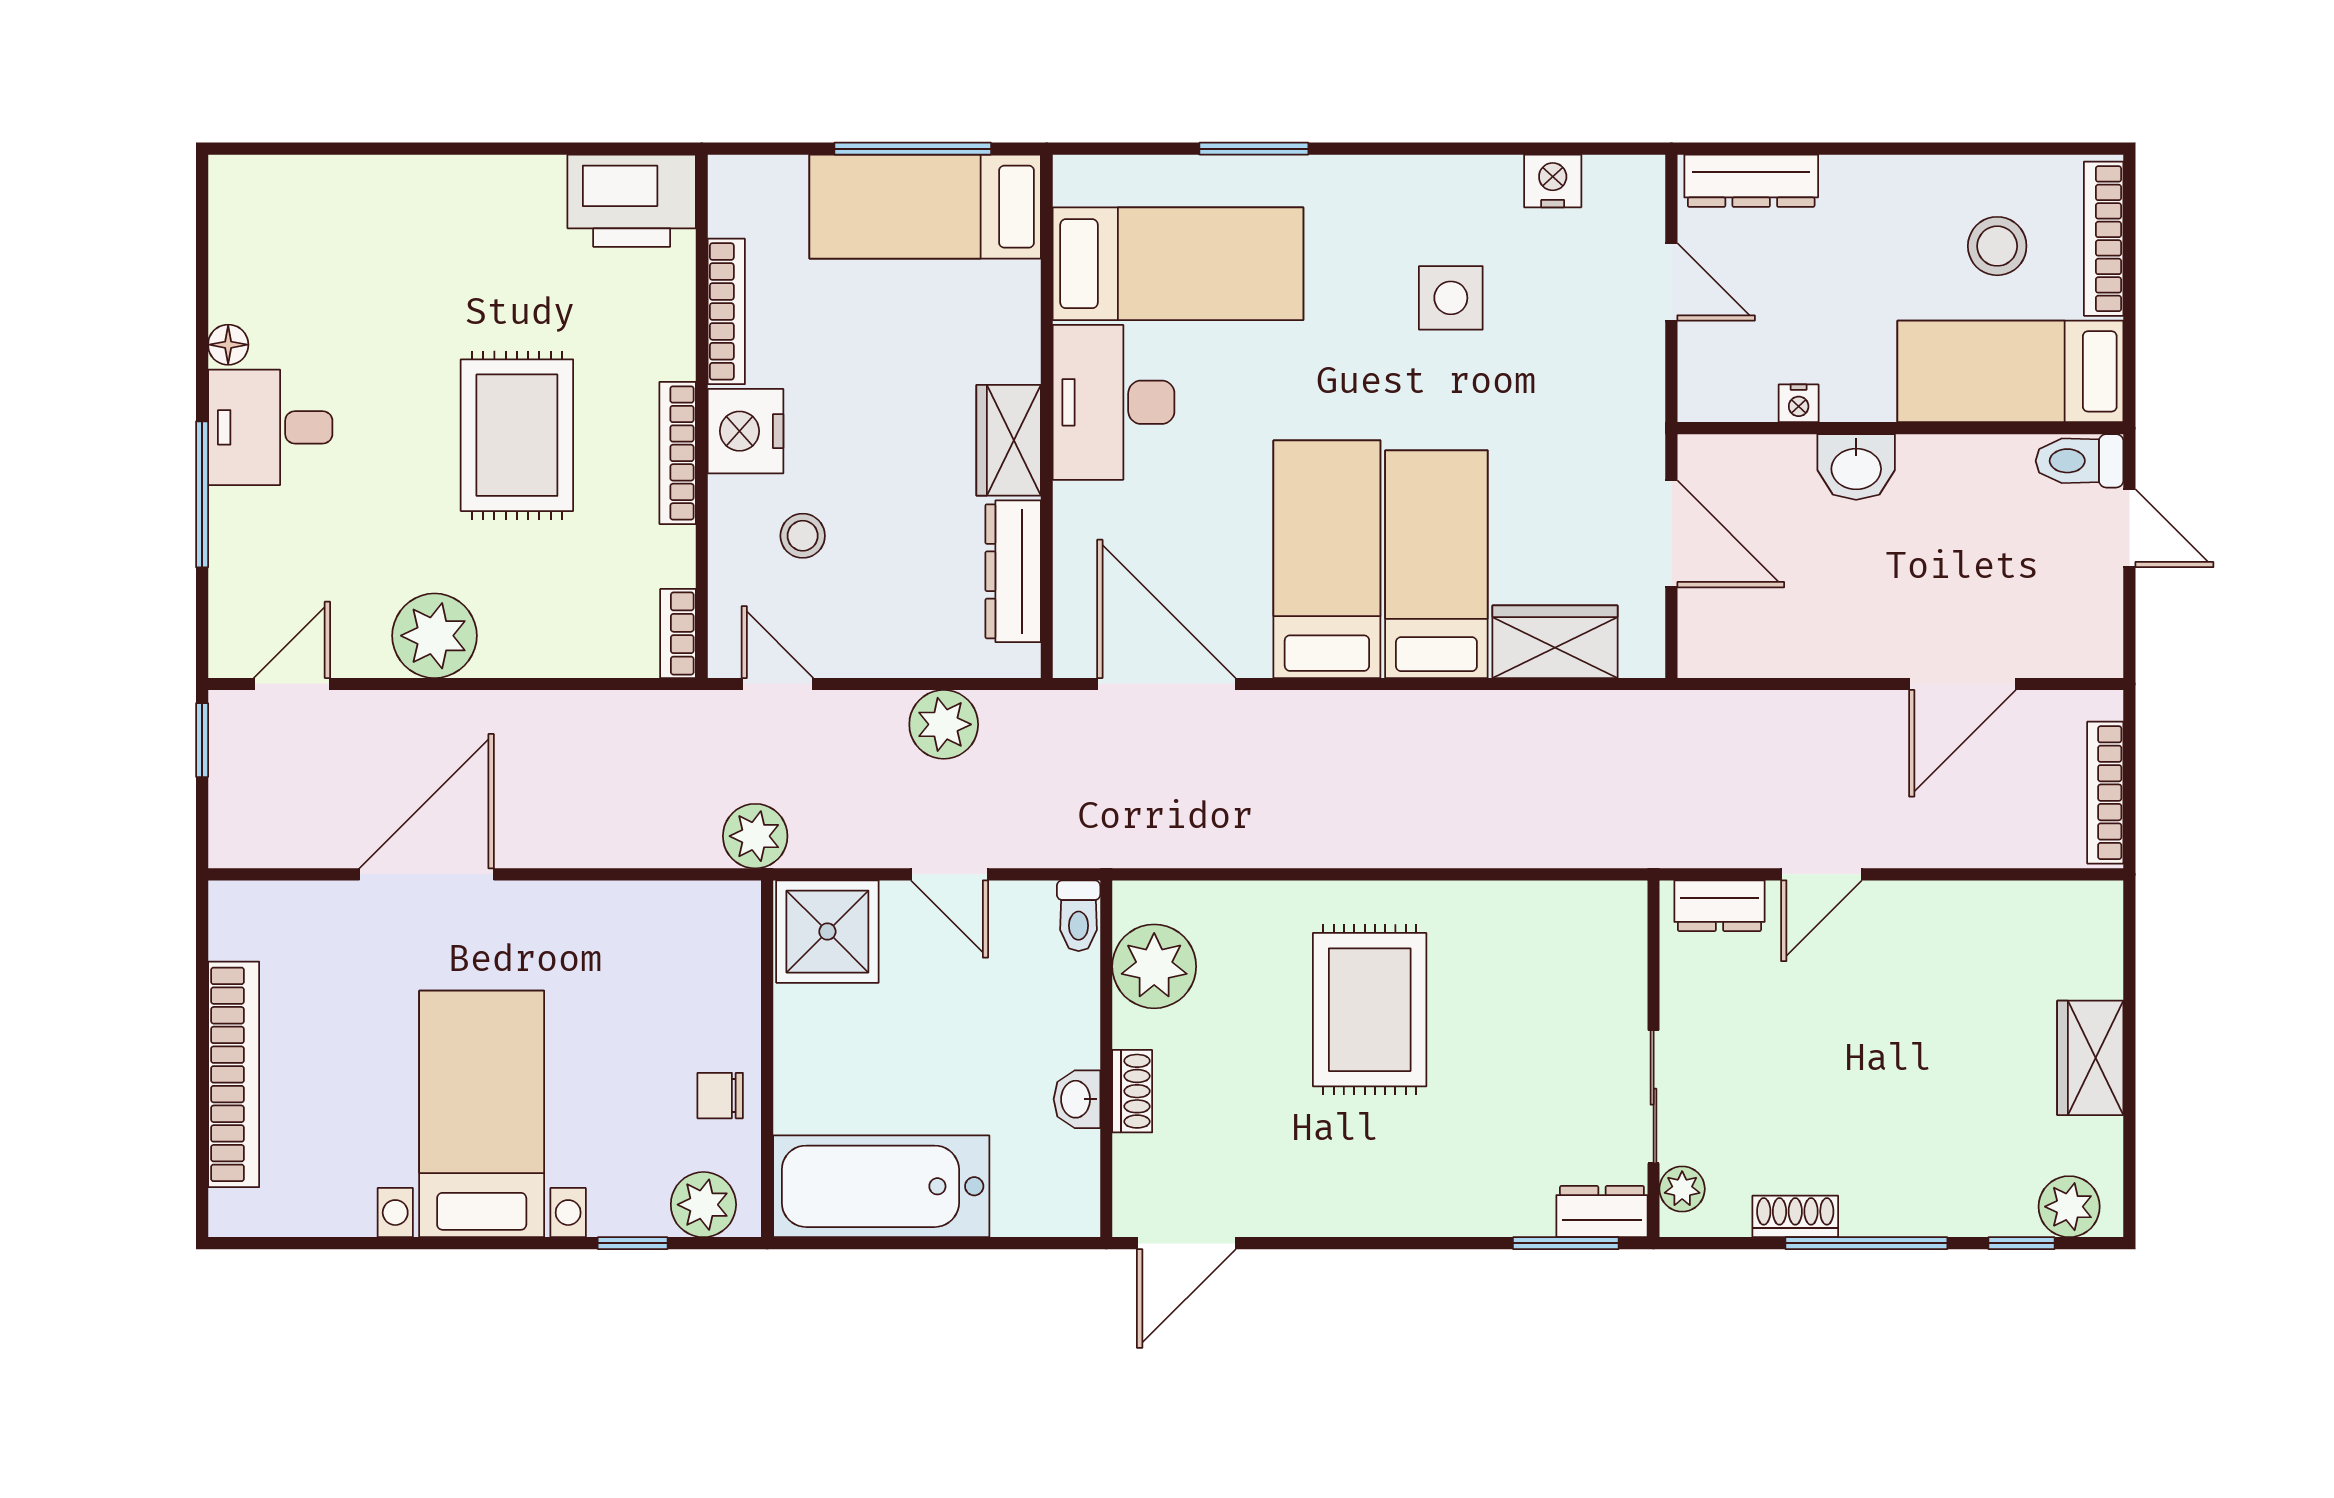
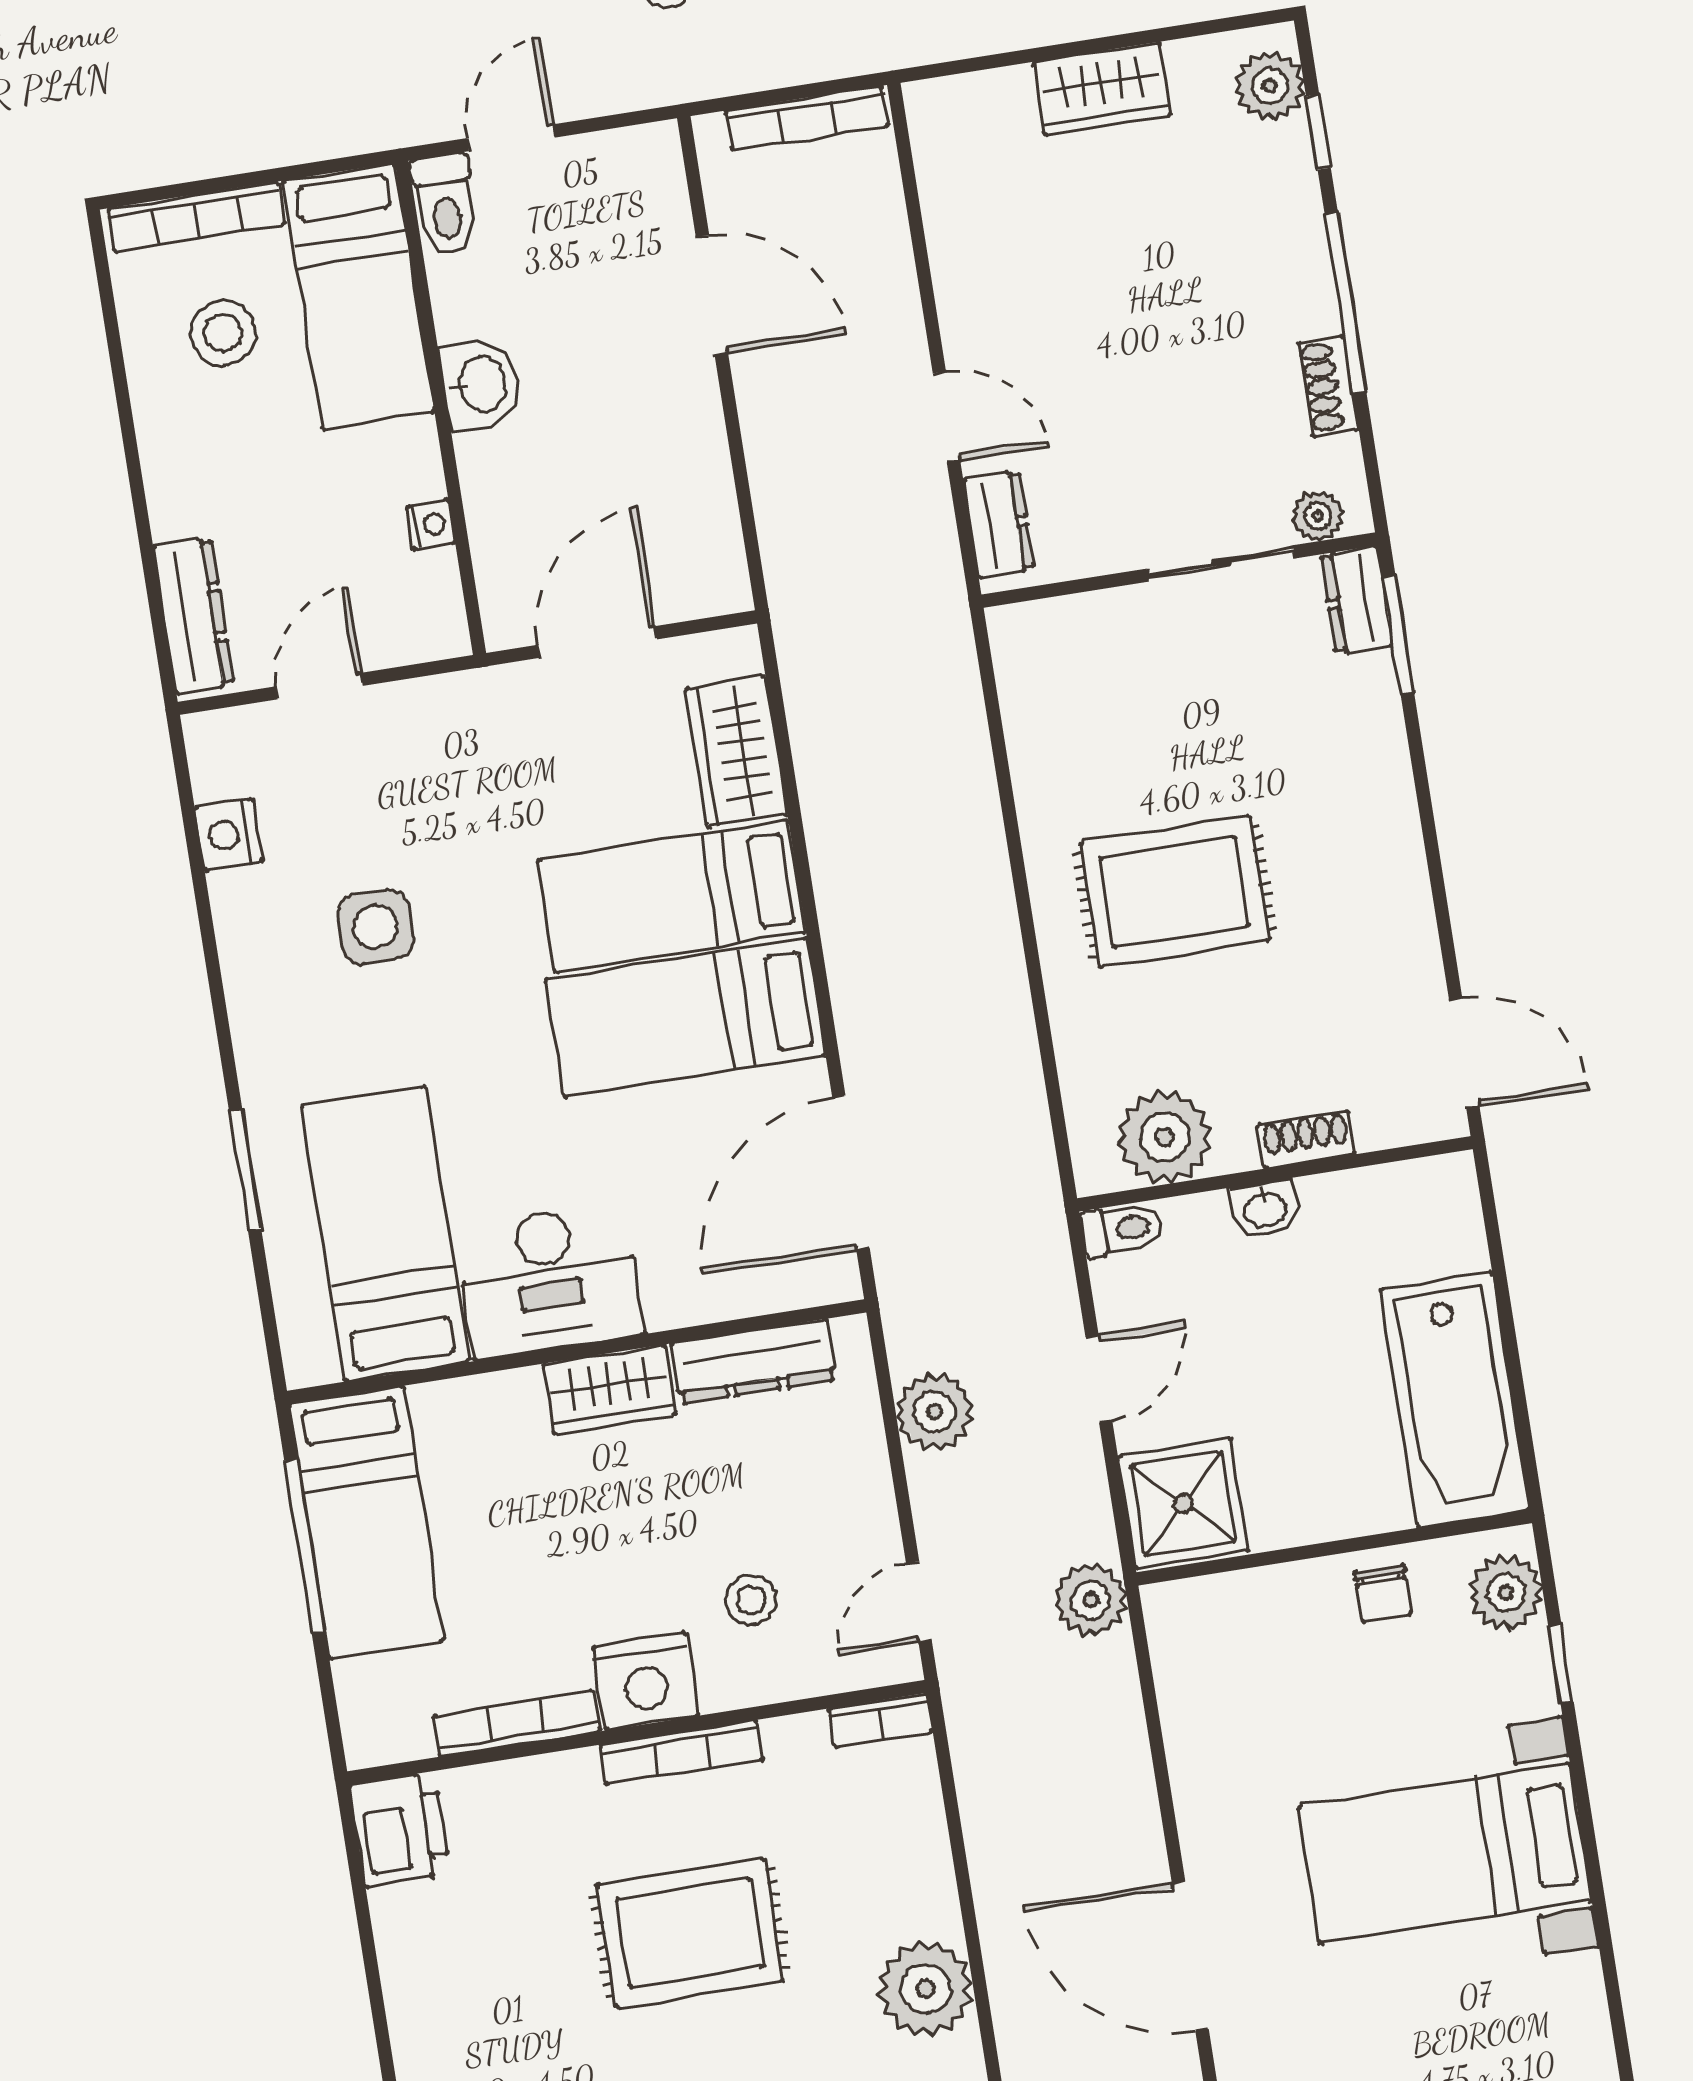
printer: (632, 201) -> (400, 1829), width x0.73, depth x0.84
washbasin: (1856, 467) -> (481, 384), moved
washbasin: (1077, 1099) -> (1265, 1208), moved

